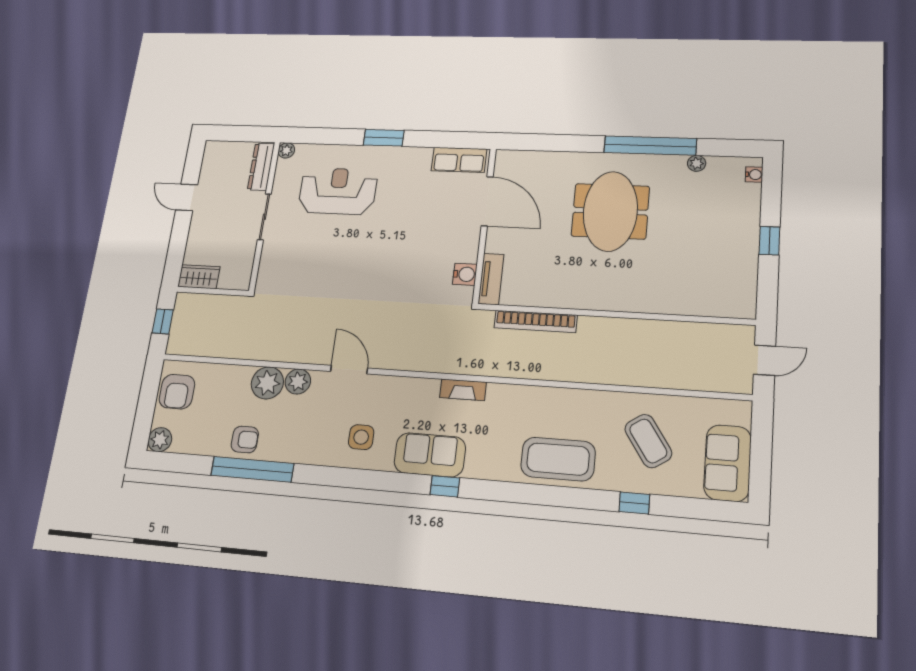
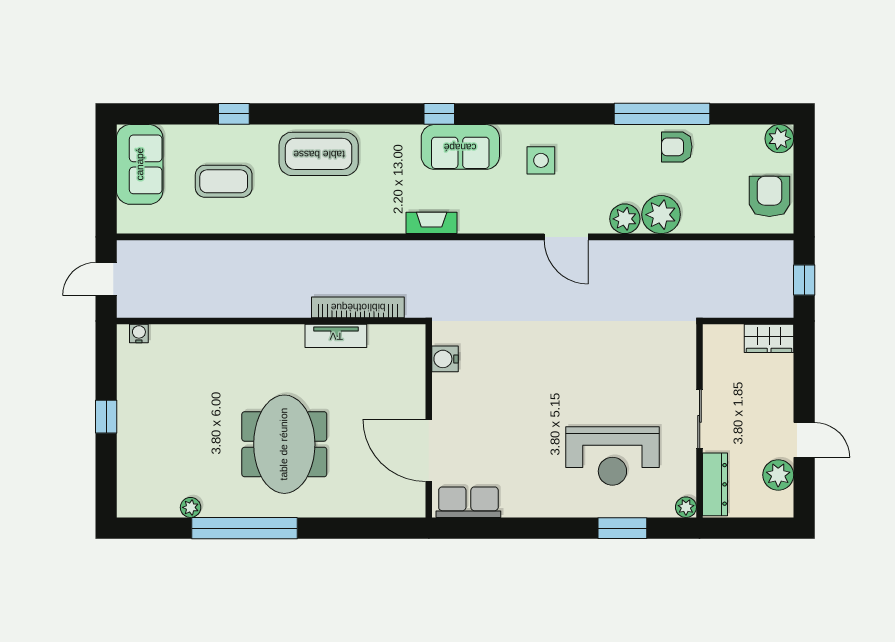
window: (384, 138) -> (622, 528), moved
plant: (211, 172) -> (778, 475), added
water cooler: (754, 175) -> (139, 333), moved, turned 90
tv unit: (491, 279) -> (336, 336), moved, turned -90
coffee table: (648, 441) -> (224, 181), turned -56

